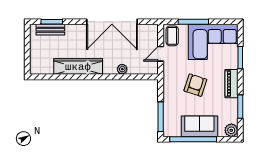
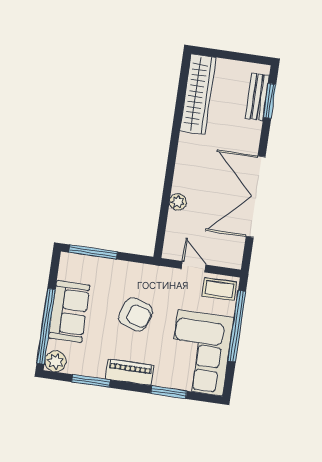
window: (193, 22) -> (237, 326), width x1.46
wardrobe: (78, 67) -> (198, 94), moved
window: (193, 139) -> (46, 326), moved

